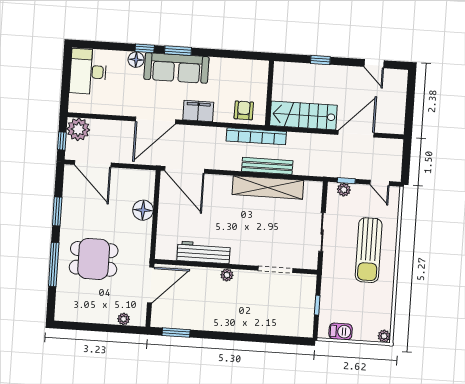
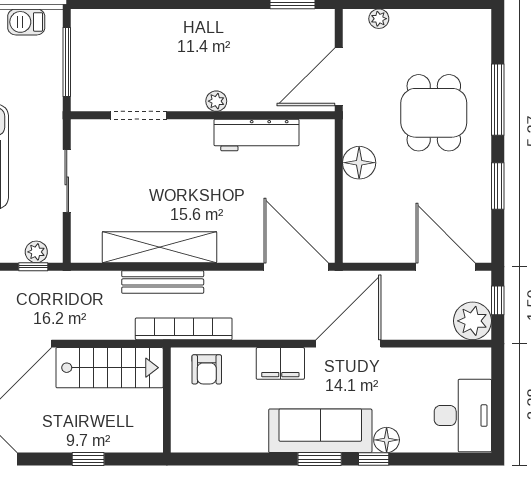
floor lamp: (143, 210) -> (359, 163), moved
dining table: (94, 259) -> (434, 113), turned 90
window: (317, 305) -> (67, 62), width x2.17

